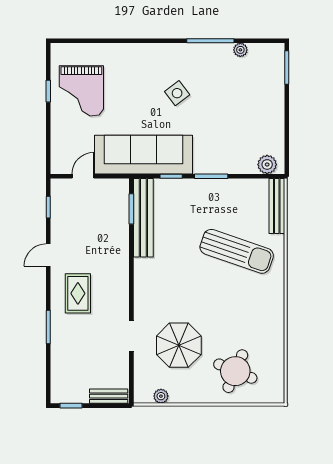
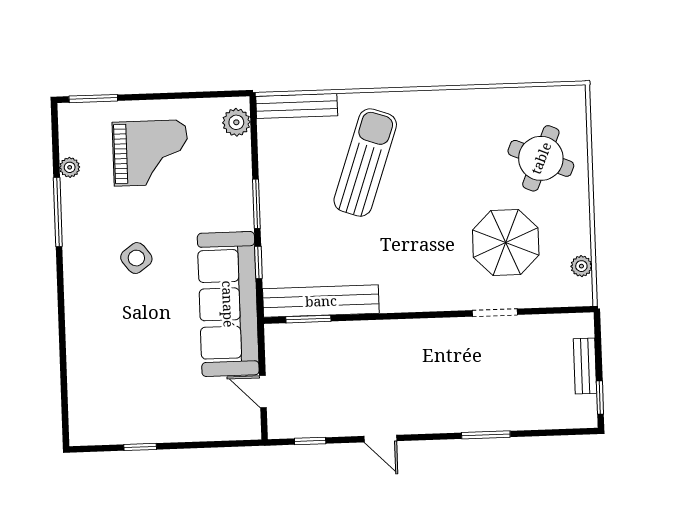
grand piano: (81, 91) -> (150, 153), moved
rug: (78, 293) -> (435, 393), removed
bench: (109, 396) -> (585, 366), moved

